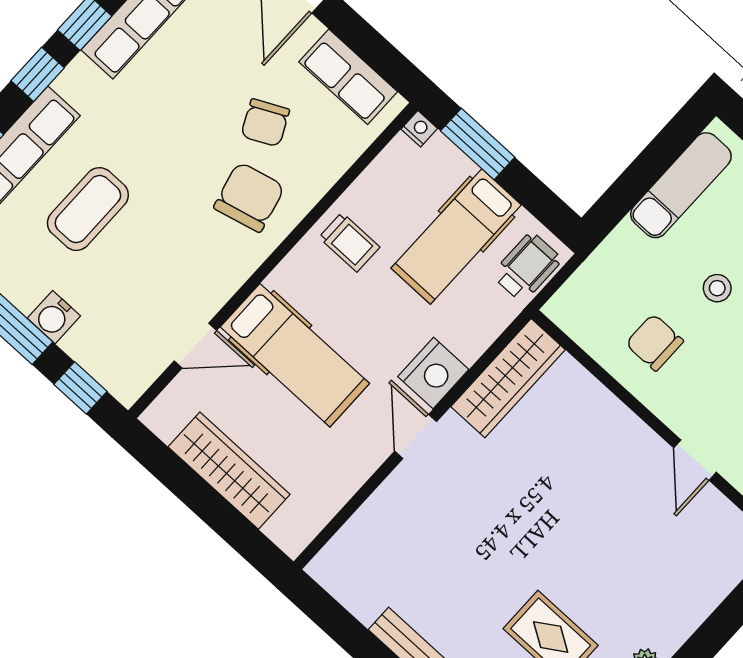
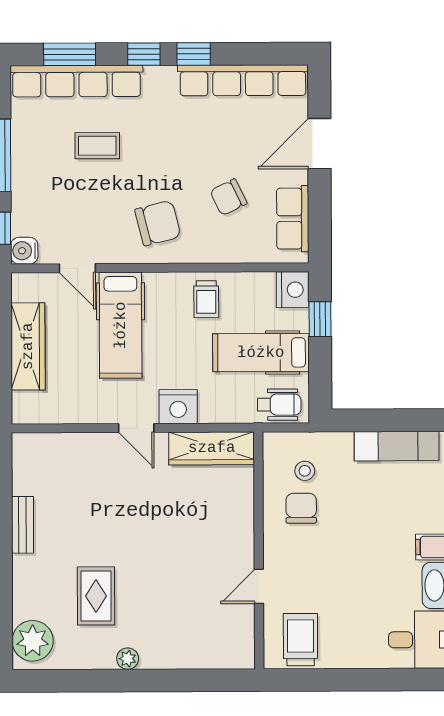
nightstand: (419, 129) -> (293, 290), width x1.89, depth x1.79
window: (478, 144) -> (320, 319), width x0.67
chair: (249, 197) -> (158, 223), moved
coffee table: (88, 209) -> (97, 146), width x0.73, depth x0.77
stool: (717, 288) -> (305, 471), moved
water cooler: (54, 317) -> (24, 251), moved
door: (416, 436) -> (136, 428), swing flipped

